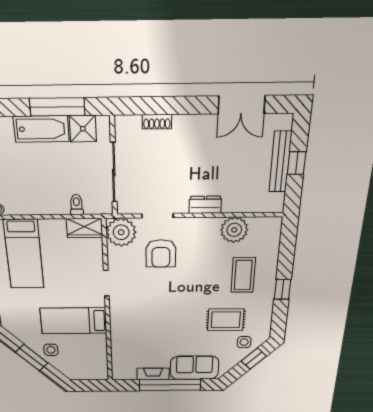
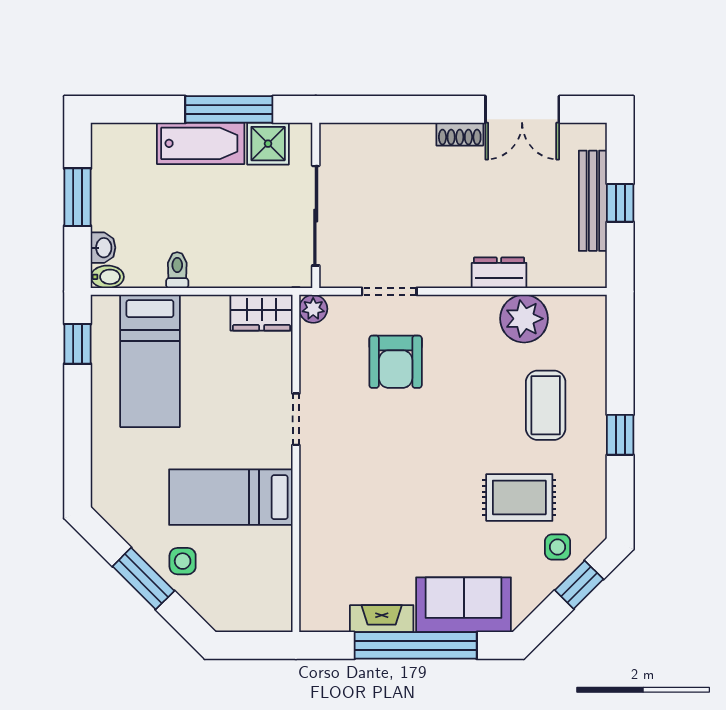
shoe rack: (157, 122) -> (460, 134), moved
toilet: (77, 205) -> (177, 270), moved
dresser: (205, 205) -> (499, 273), moved
plant: (121, 232) -> (313, 309), width x0.53, depth x0.53

